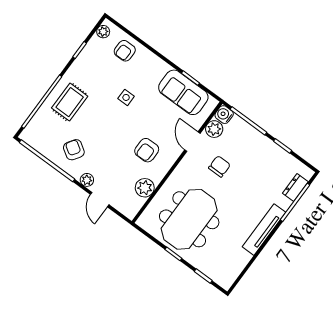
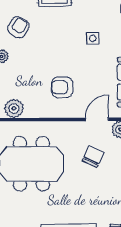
chair: (219, 166) -> (93, 156), turned -65
plant: (145, 188) -> (14, 108), moved

